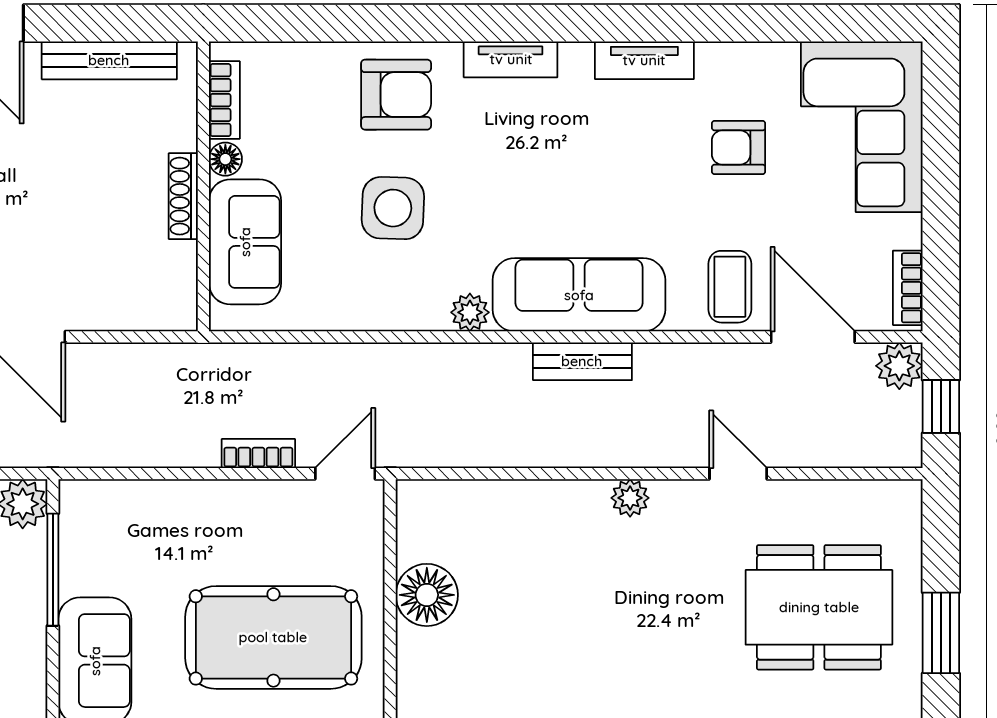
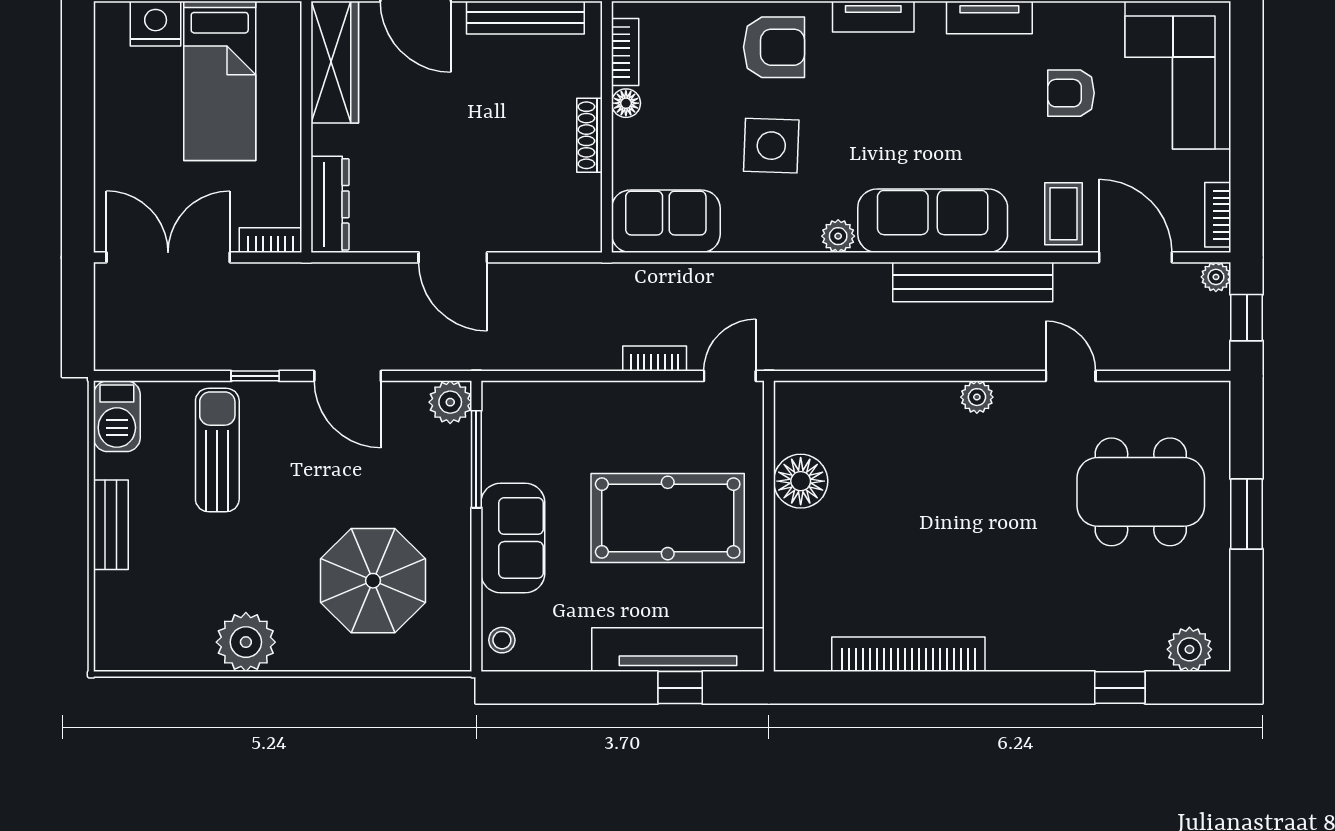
sofa: (245, 242) -> (666, 221), moved, turned -90
bench: (582, 361) -> (973, 282), width x1.86, depth x1.21
plant: (899, 366) -> (1216, 277), width x0.73, depth x0.73

